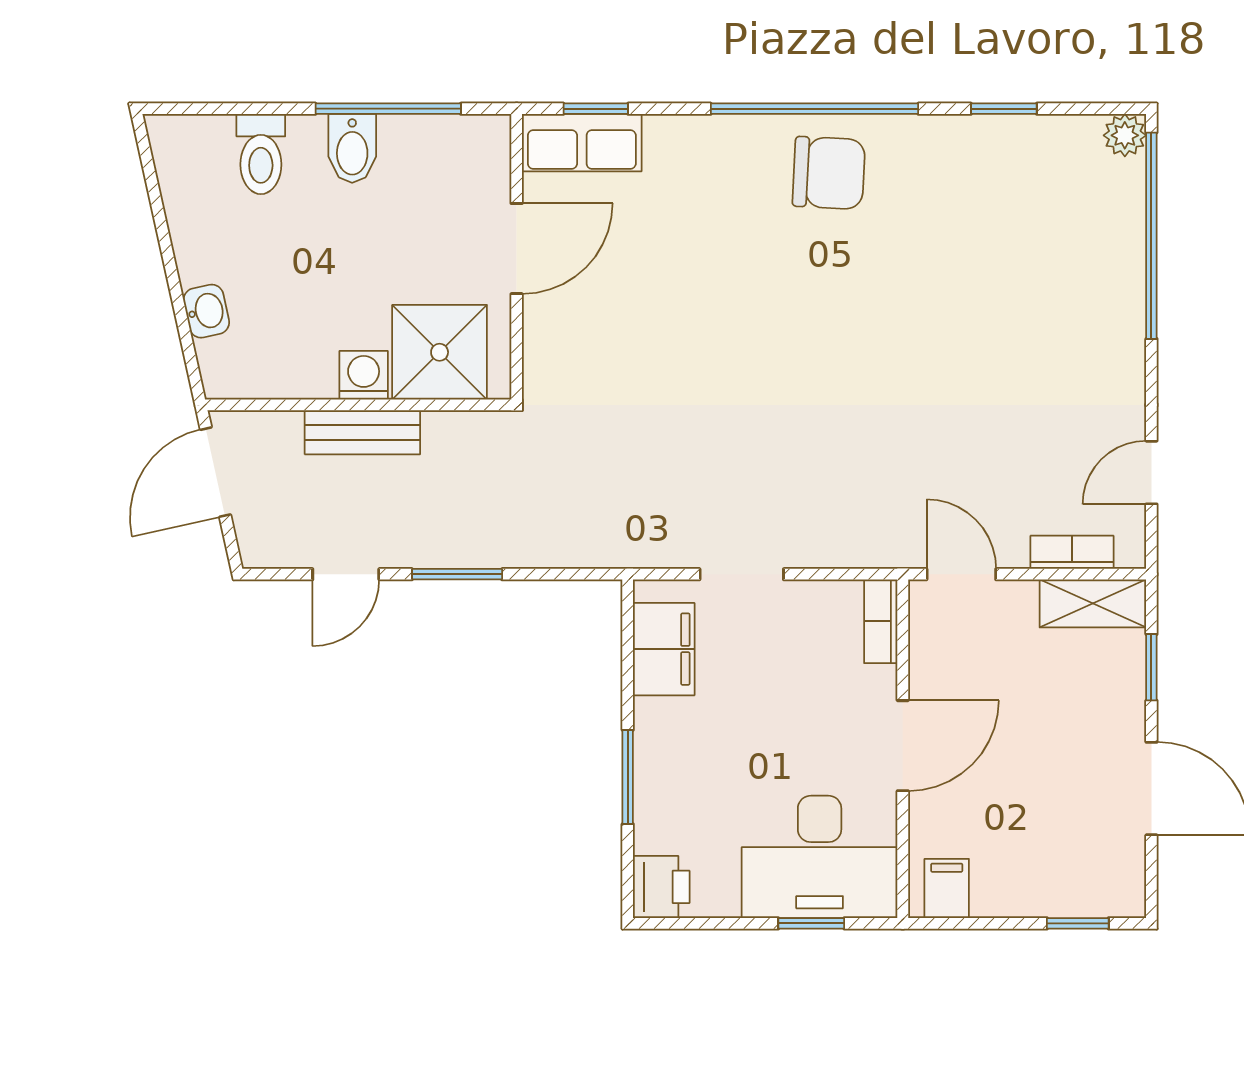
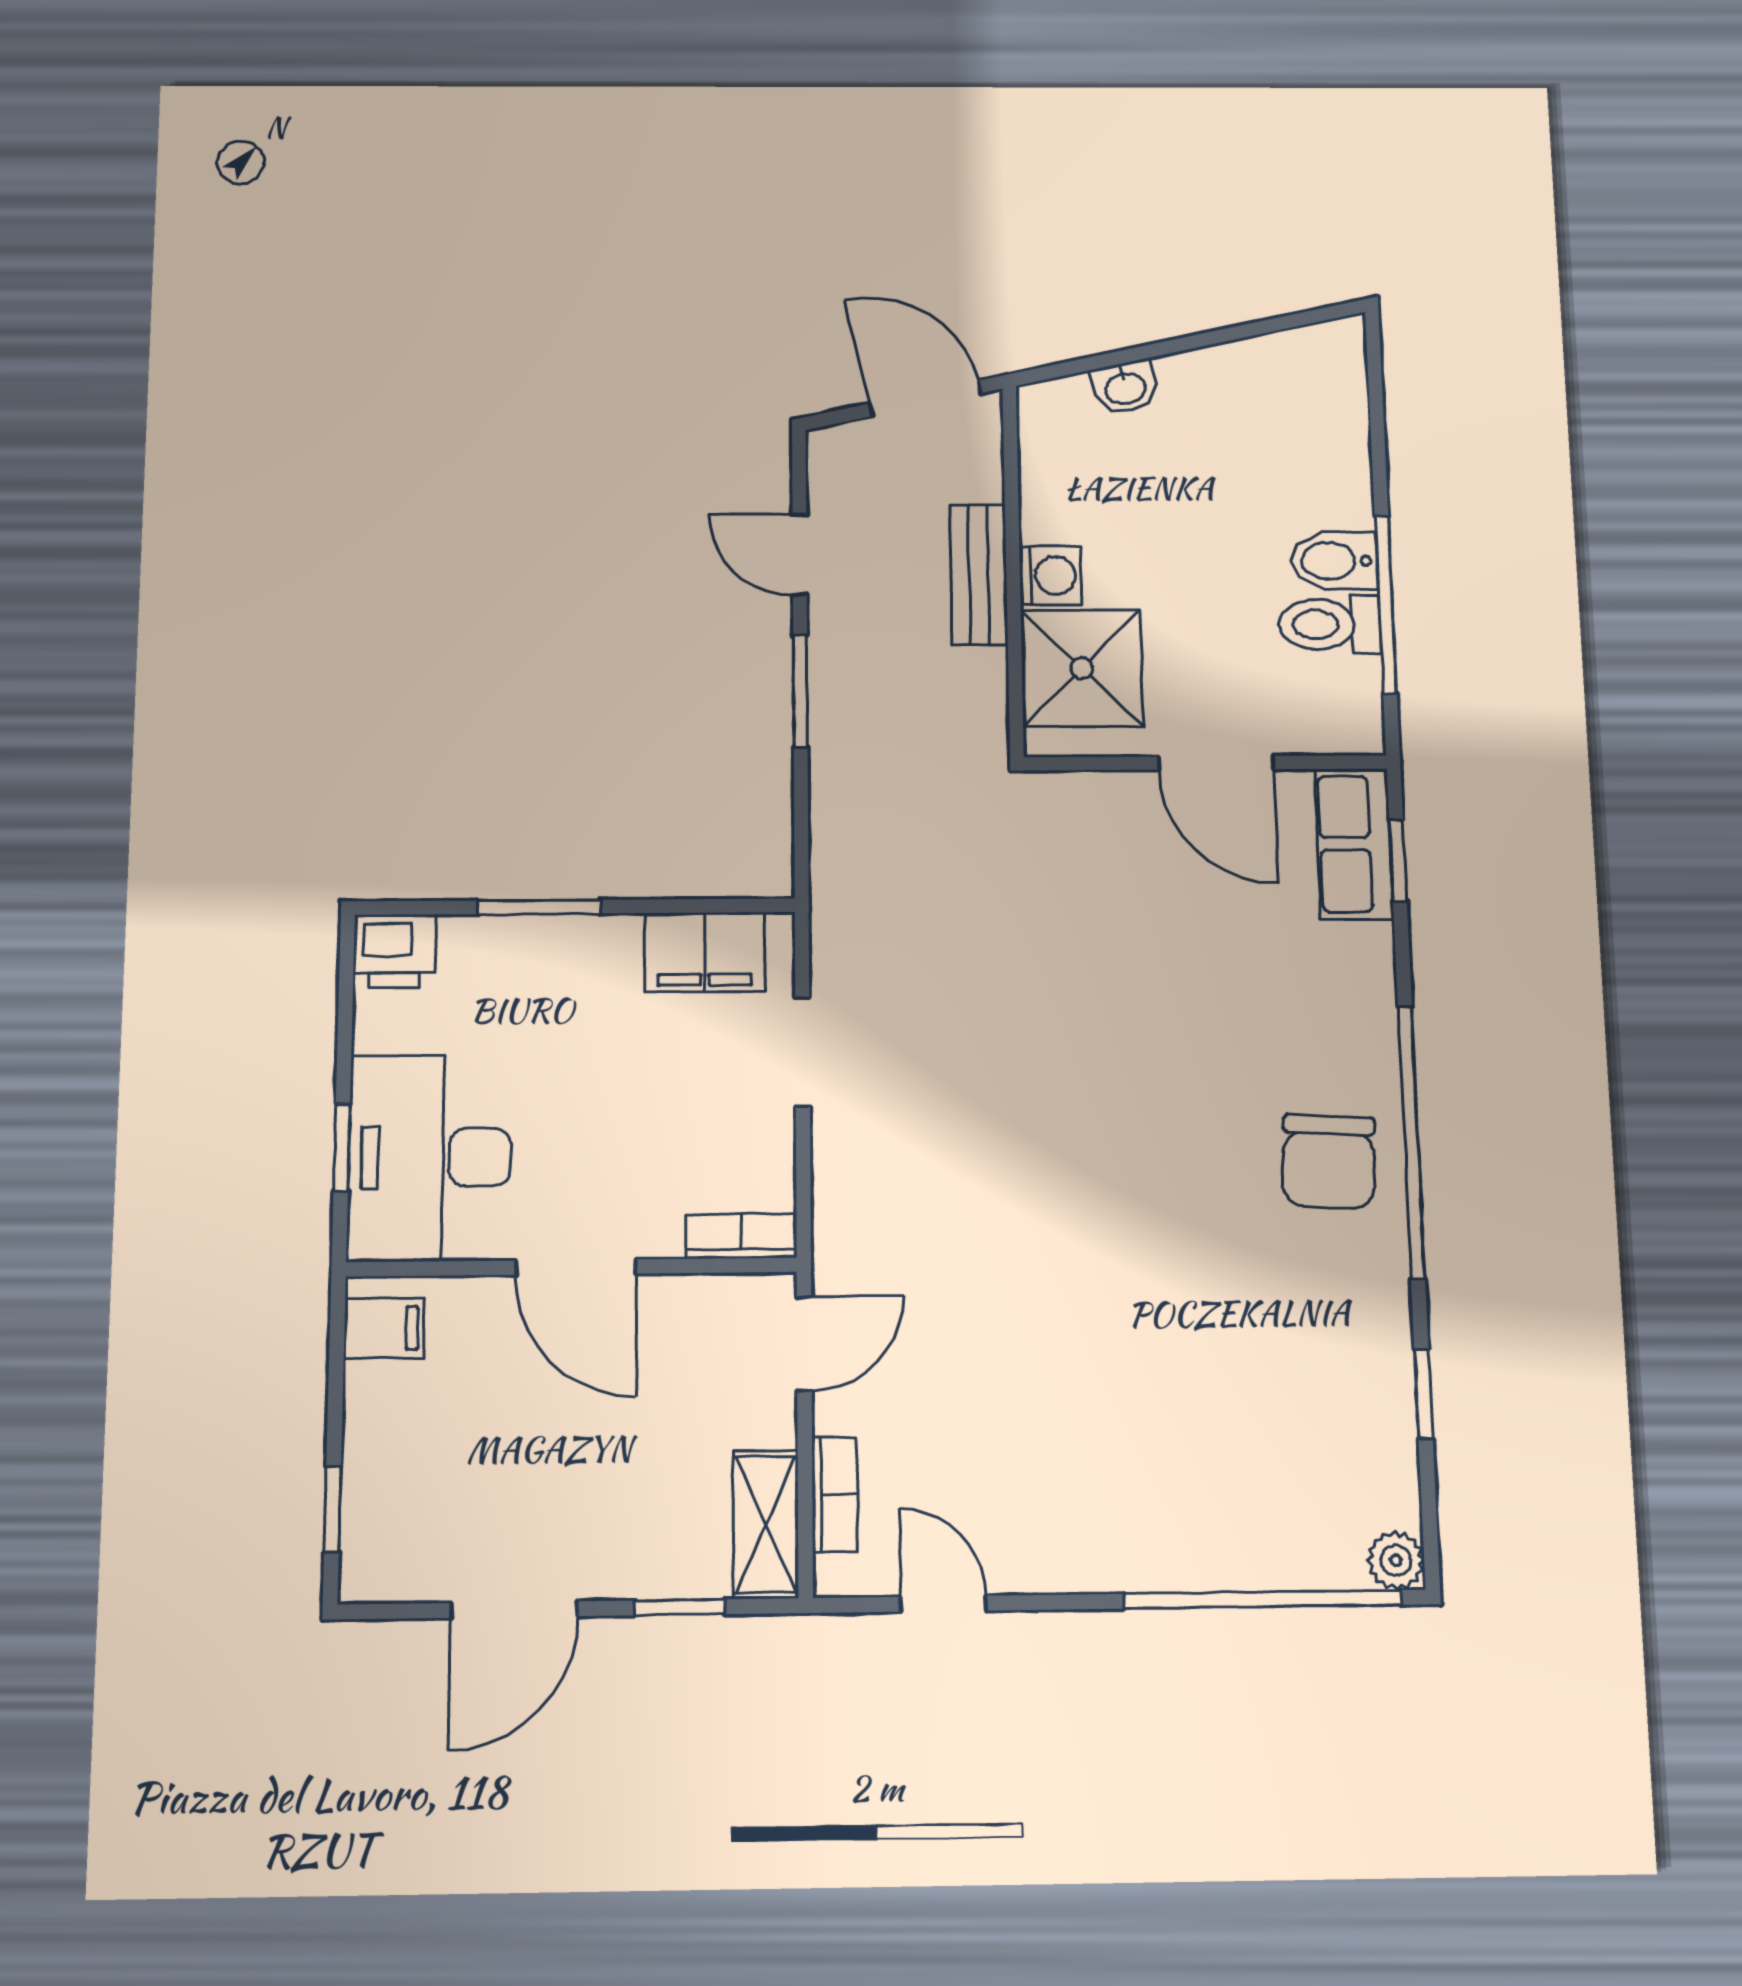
toilet: (261, 154) -> (1330, 624), moved

